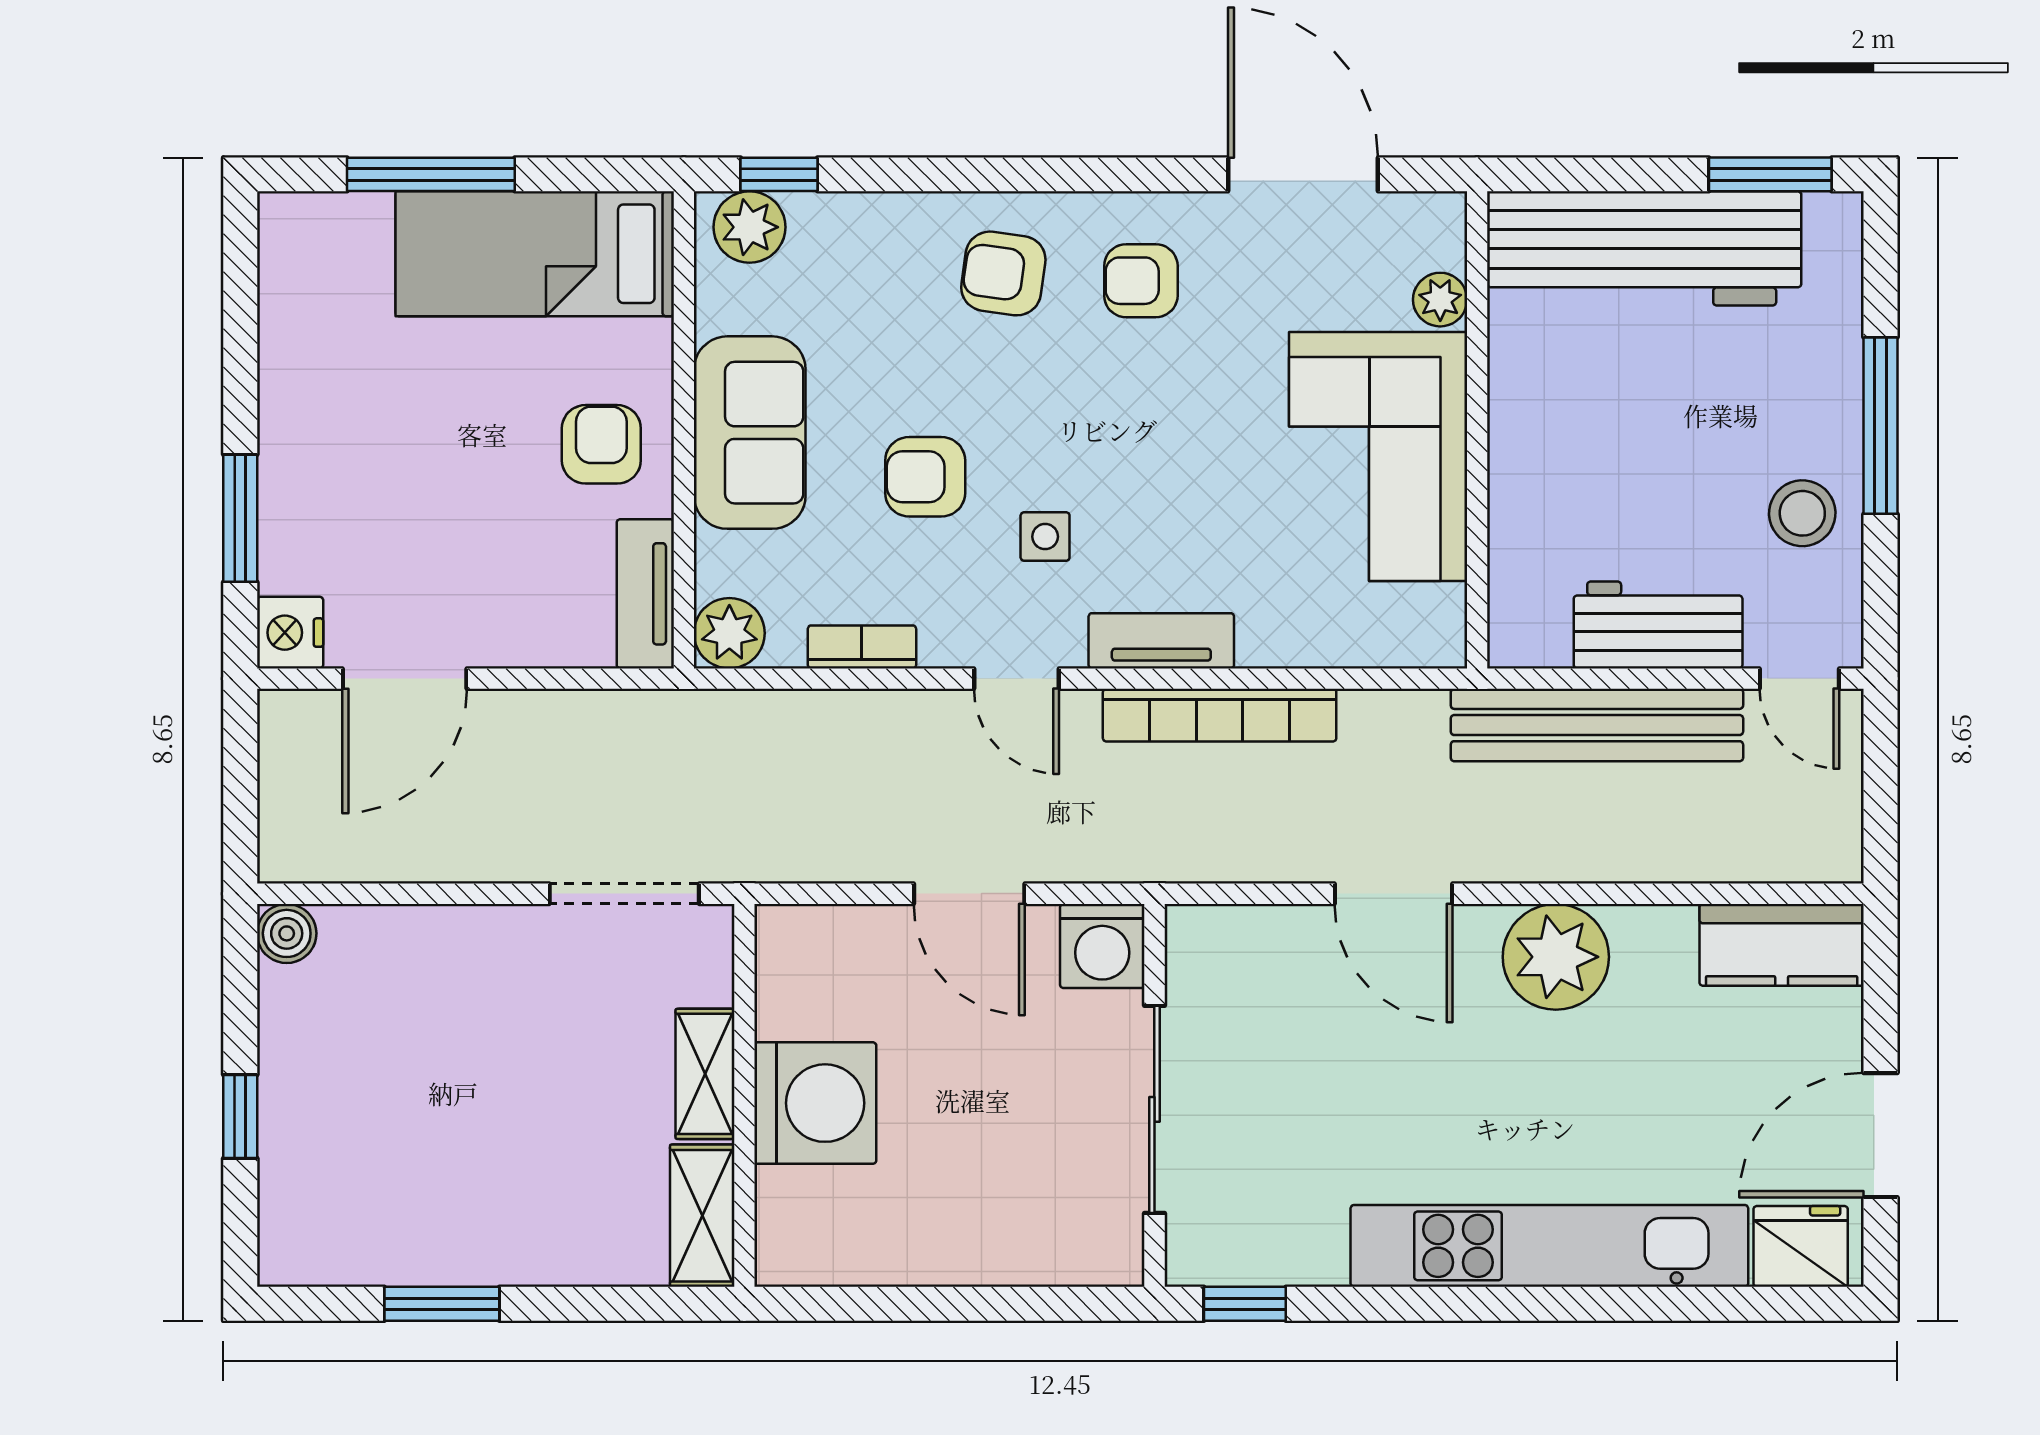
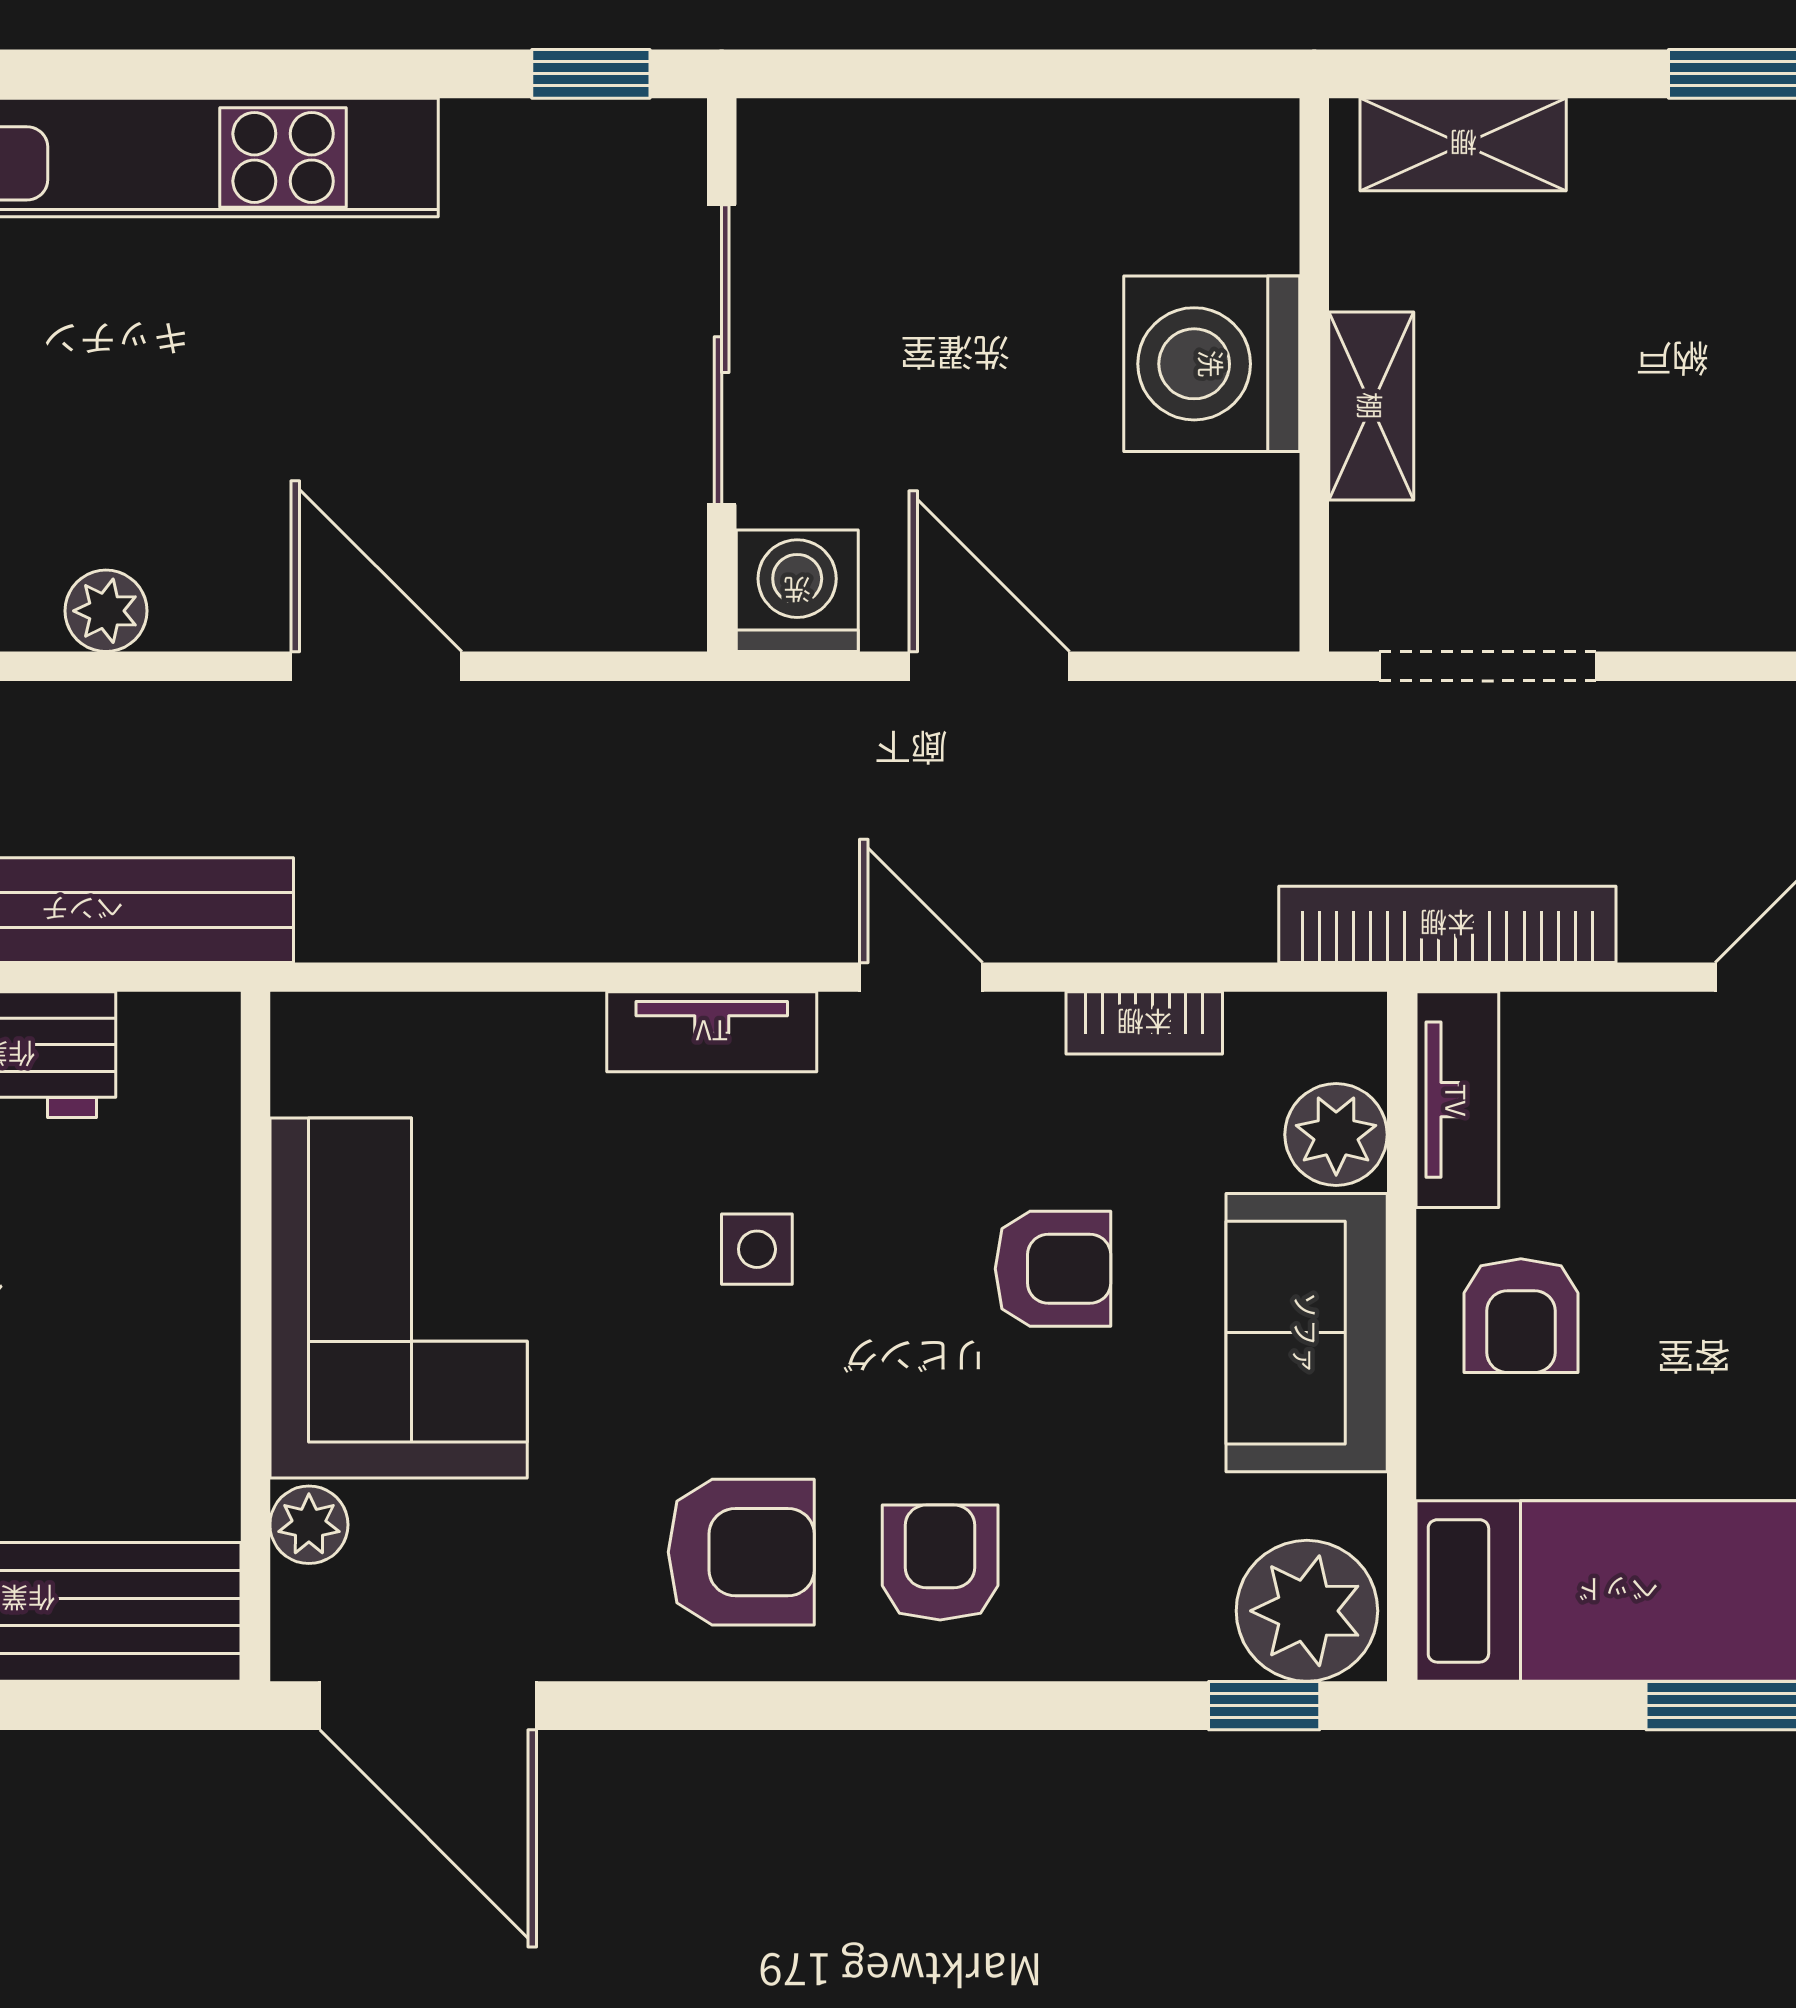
door: (1303, 174) -> (428, 1706), moved
plant: (749, 227) -> (1307, 1611), width x1.36, depth x1.36
armchair: (1003, 273) -> (940, 1563), turned -98
armchair: (1141, 281) -> (741, 1552), width x1.38, depth x1.38
side table: (1045, 537) -> (757, 1249), moved
plant: (729, 633) -> (1336, 1135), moved
bookcase: (1220, 715) -> (1447, 924), moved
plant: (1556, 957) -> (106, 611), width x0.53, depth x0.53
shelving: (702, 1216) -> (1463, 144), moved, turned 90

